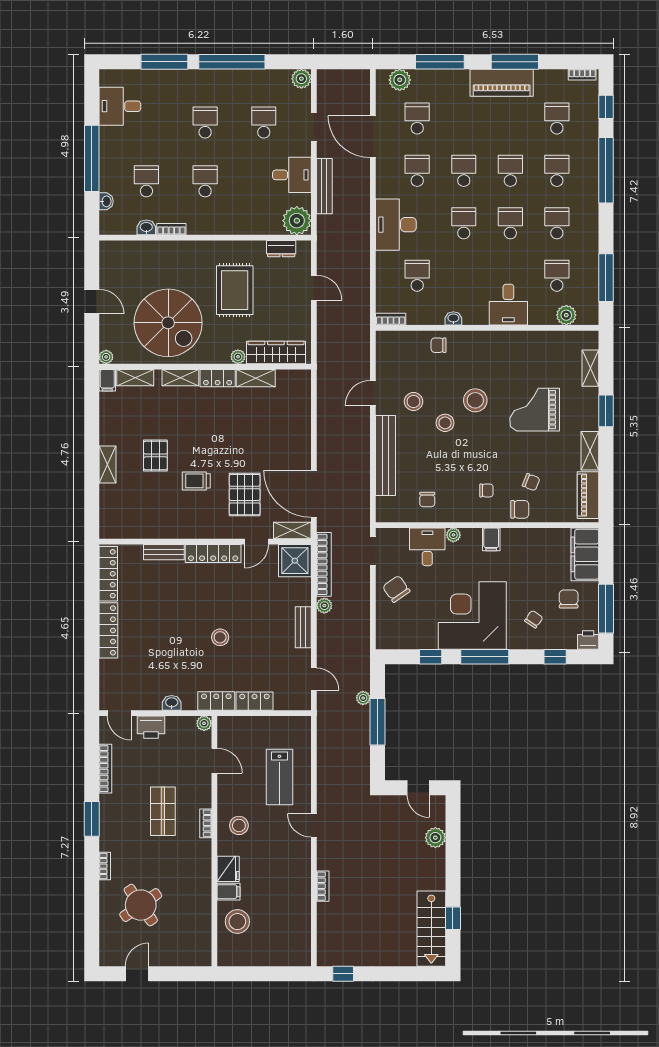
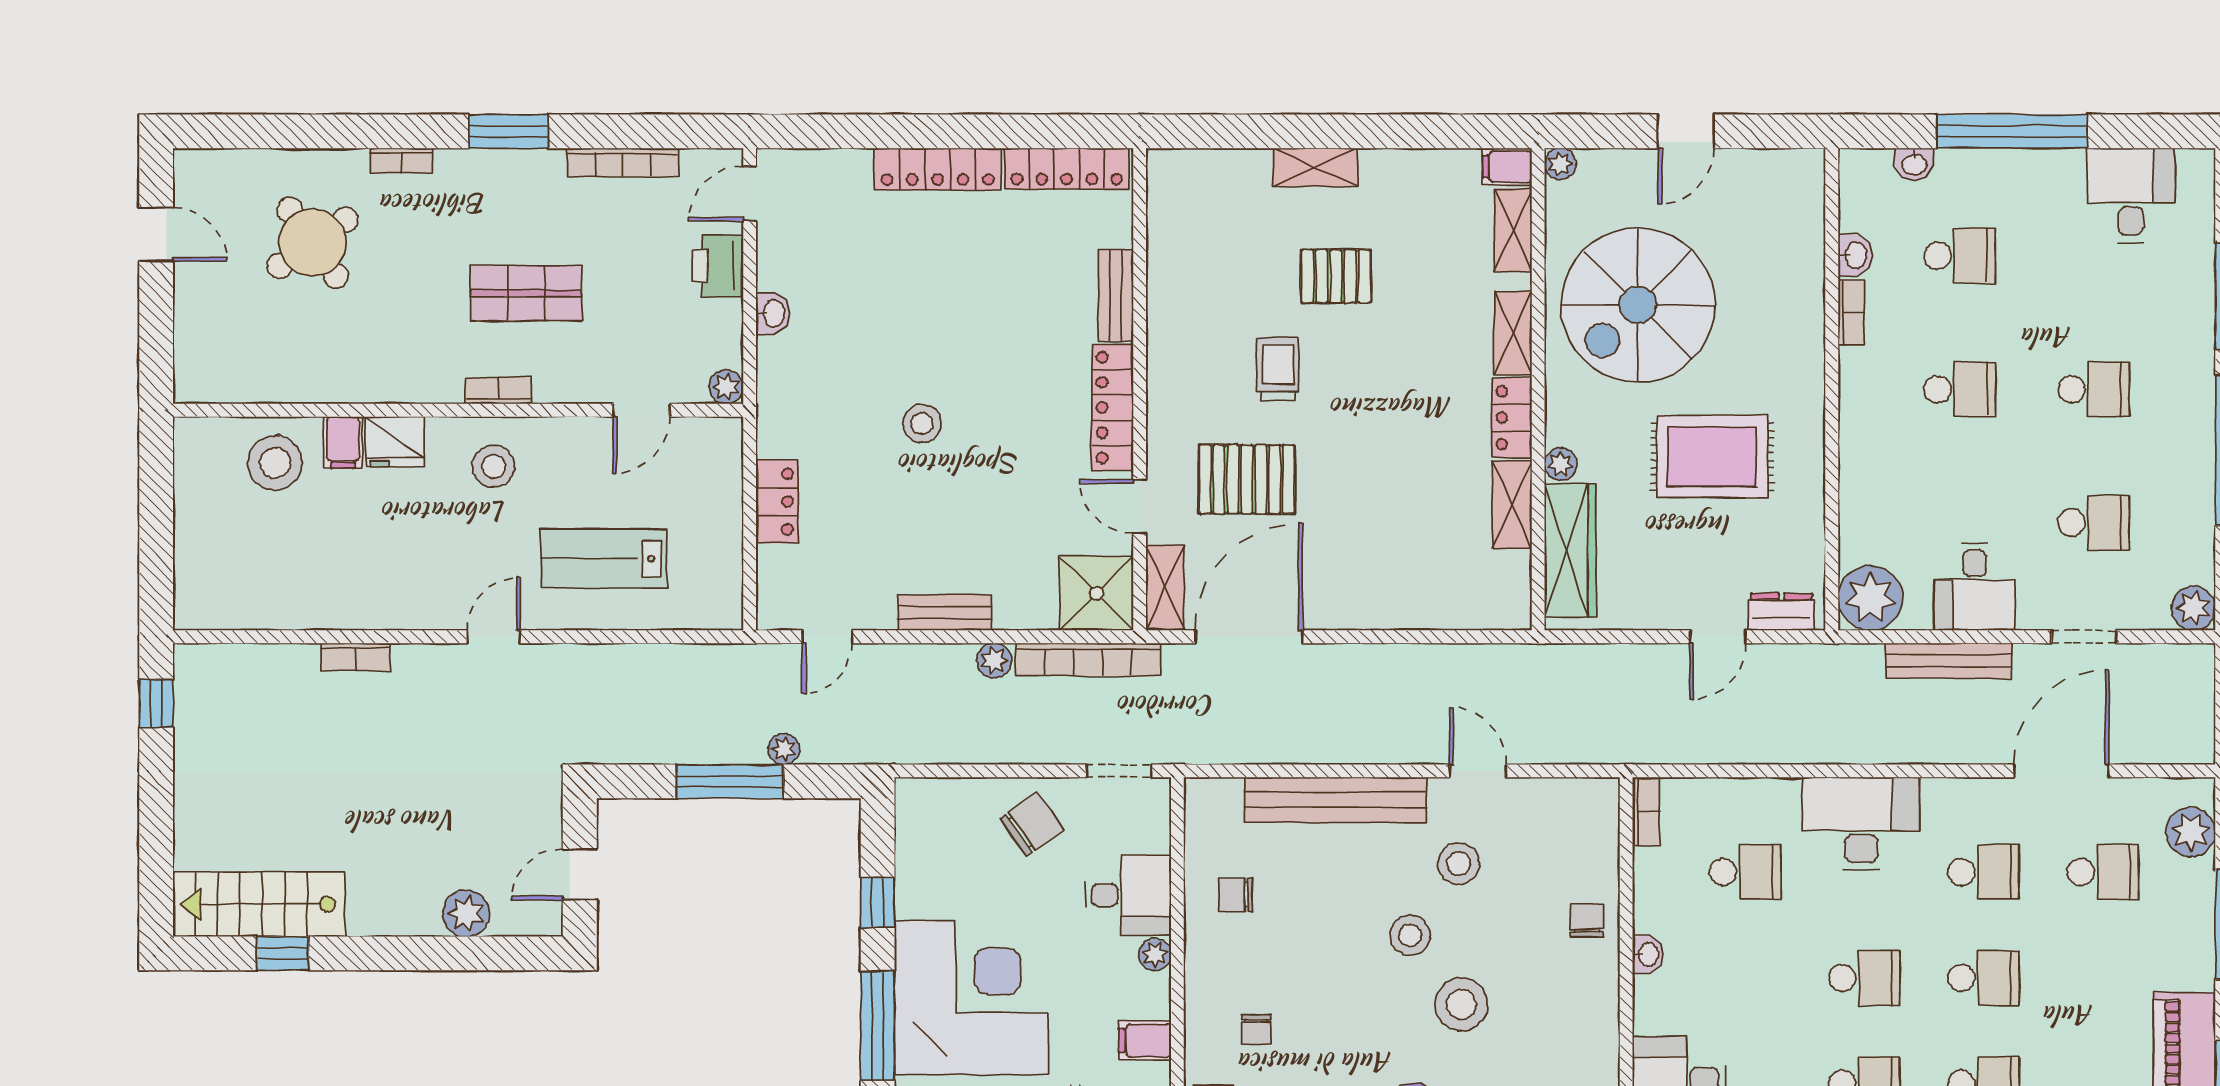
dresser: (281, 249) -> (1781, 612), moved, turned 90
locker: (216, 701) -> (777, 415), removed

